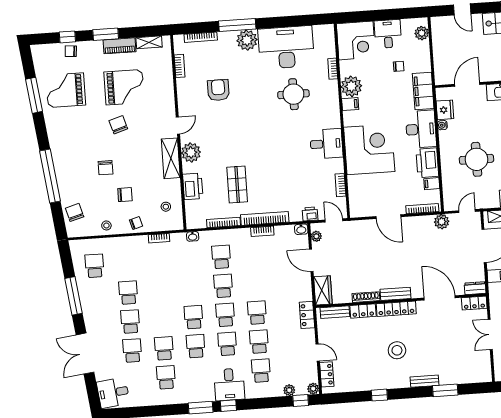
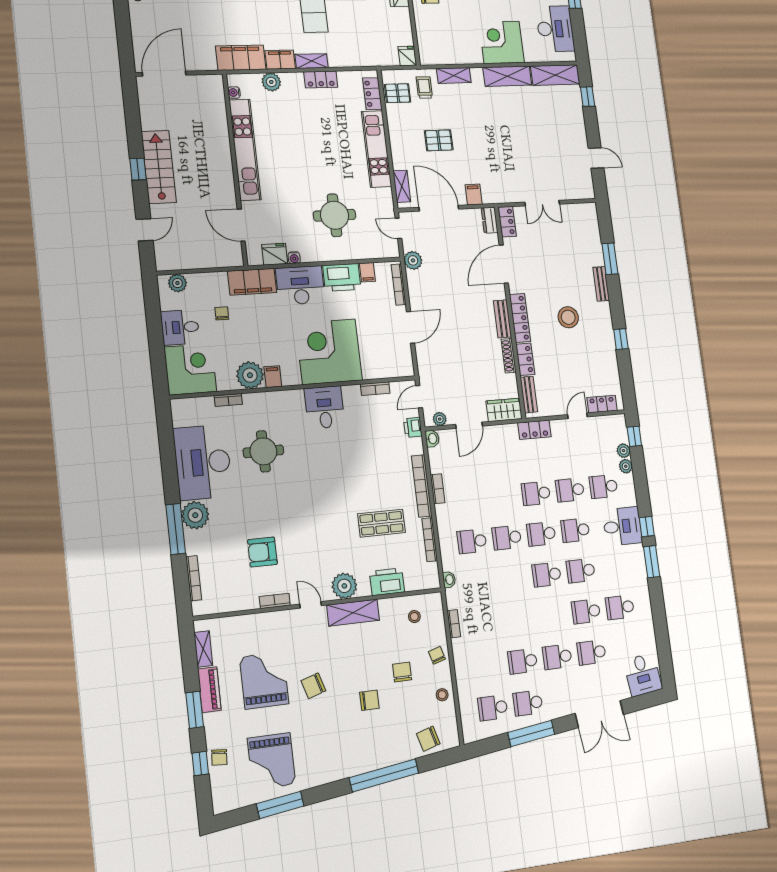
bookcase: (180, 66) -> (275, 601), moved
school desk: (97, 295) -> (528, 703), added
plant: (313, 389) -> (626, 466), moved

